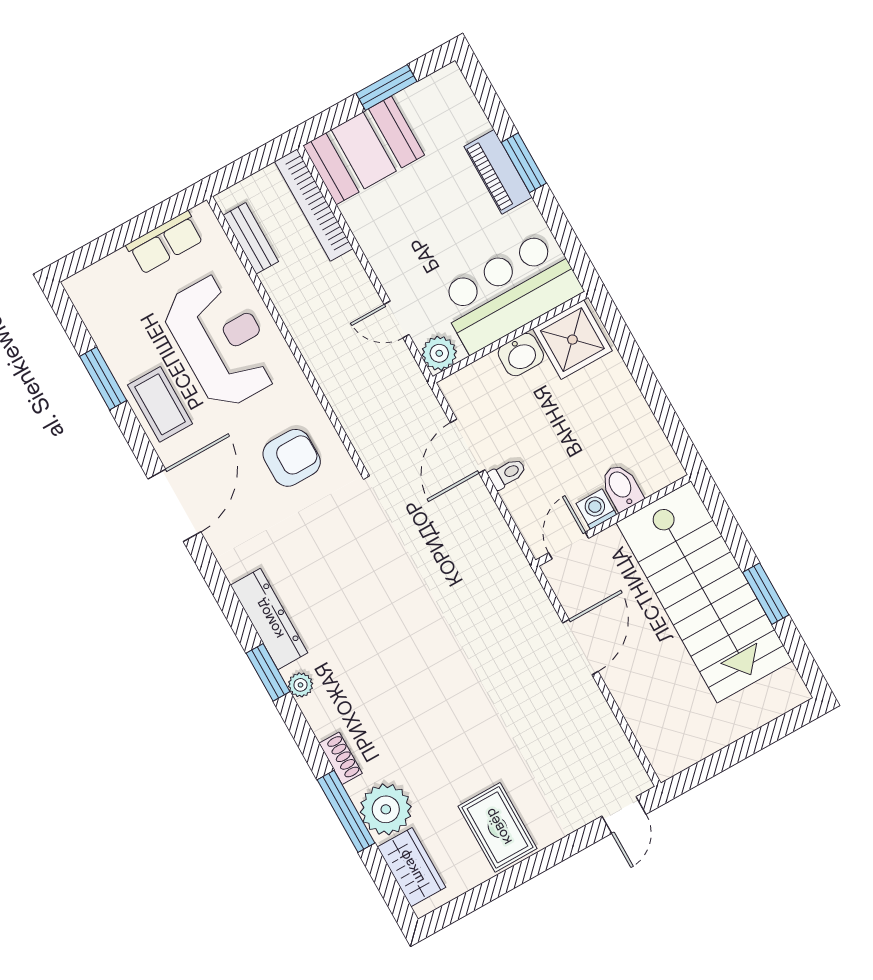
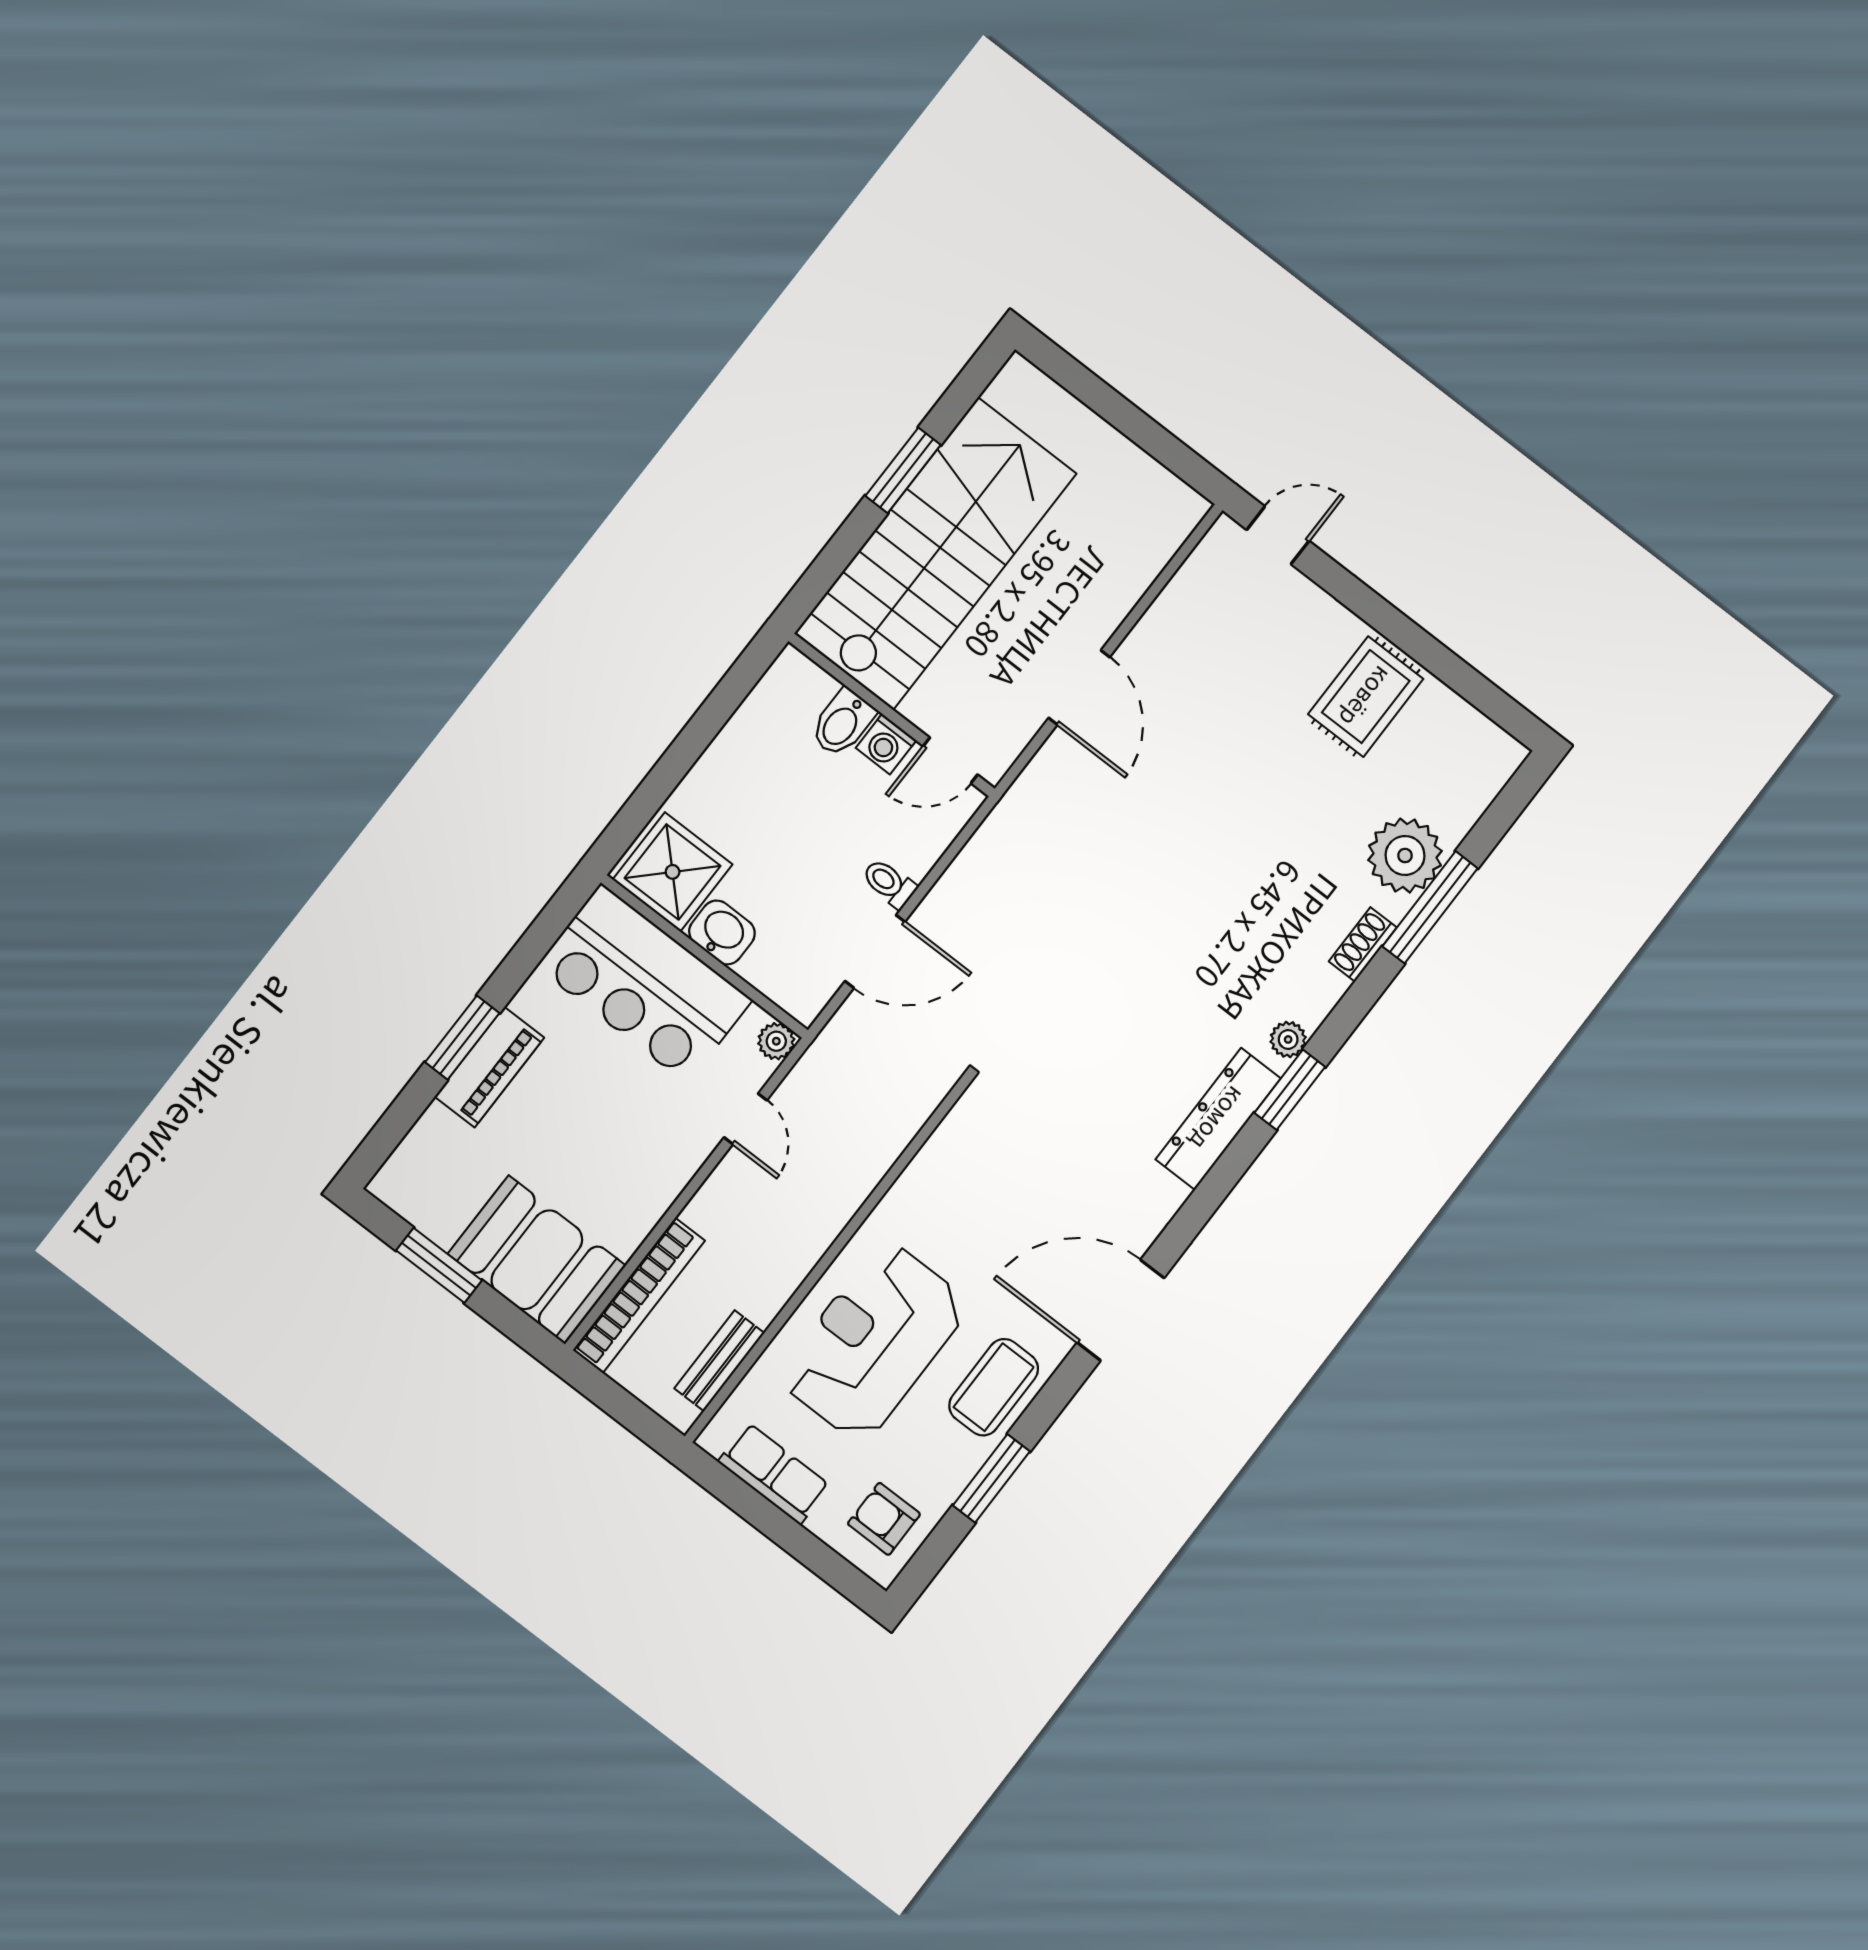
plant: (439, 353) -> (776, 1041), width x0.73, depth x0.73
armchair: (292, 458) -> (884, 1519), moved, width x0.72, depth x0.72
door: (580, 647) -> (1079, 687), swing flipped
wardrobe: (411, 867) -> (1467, 789), removed

